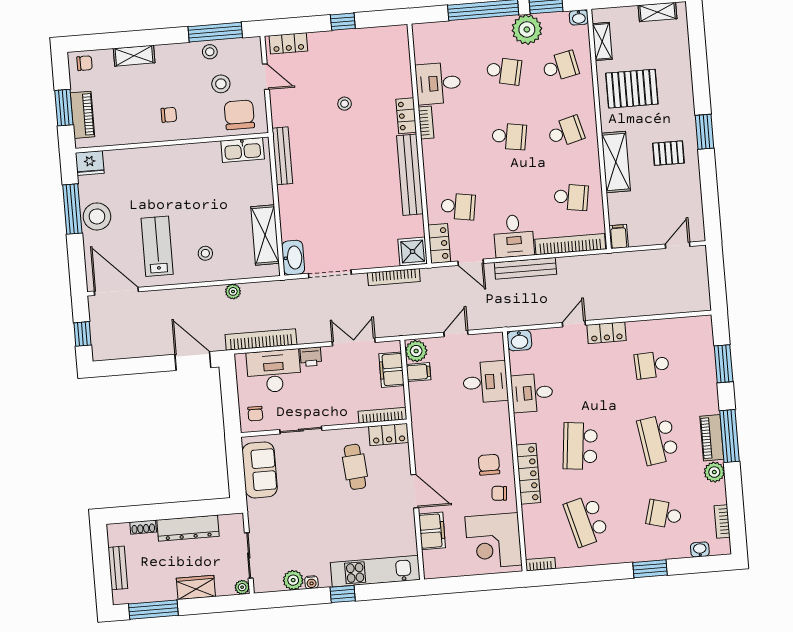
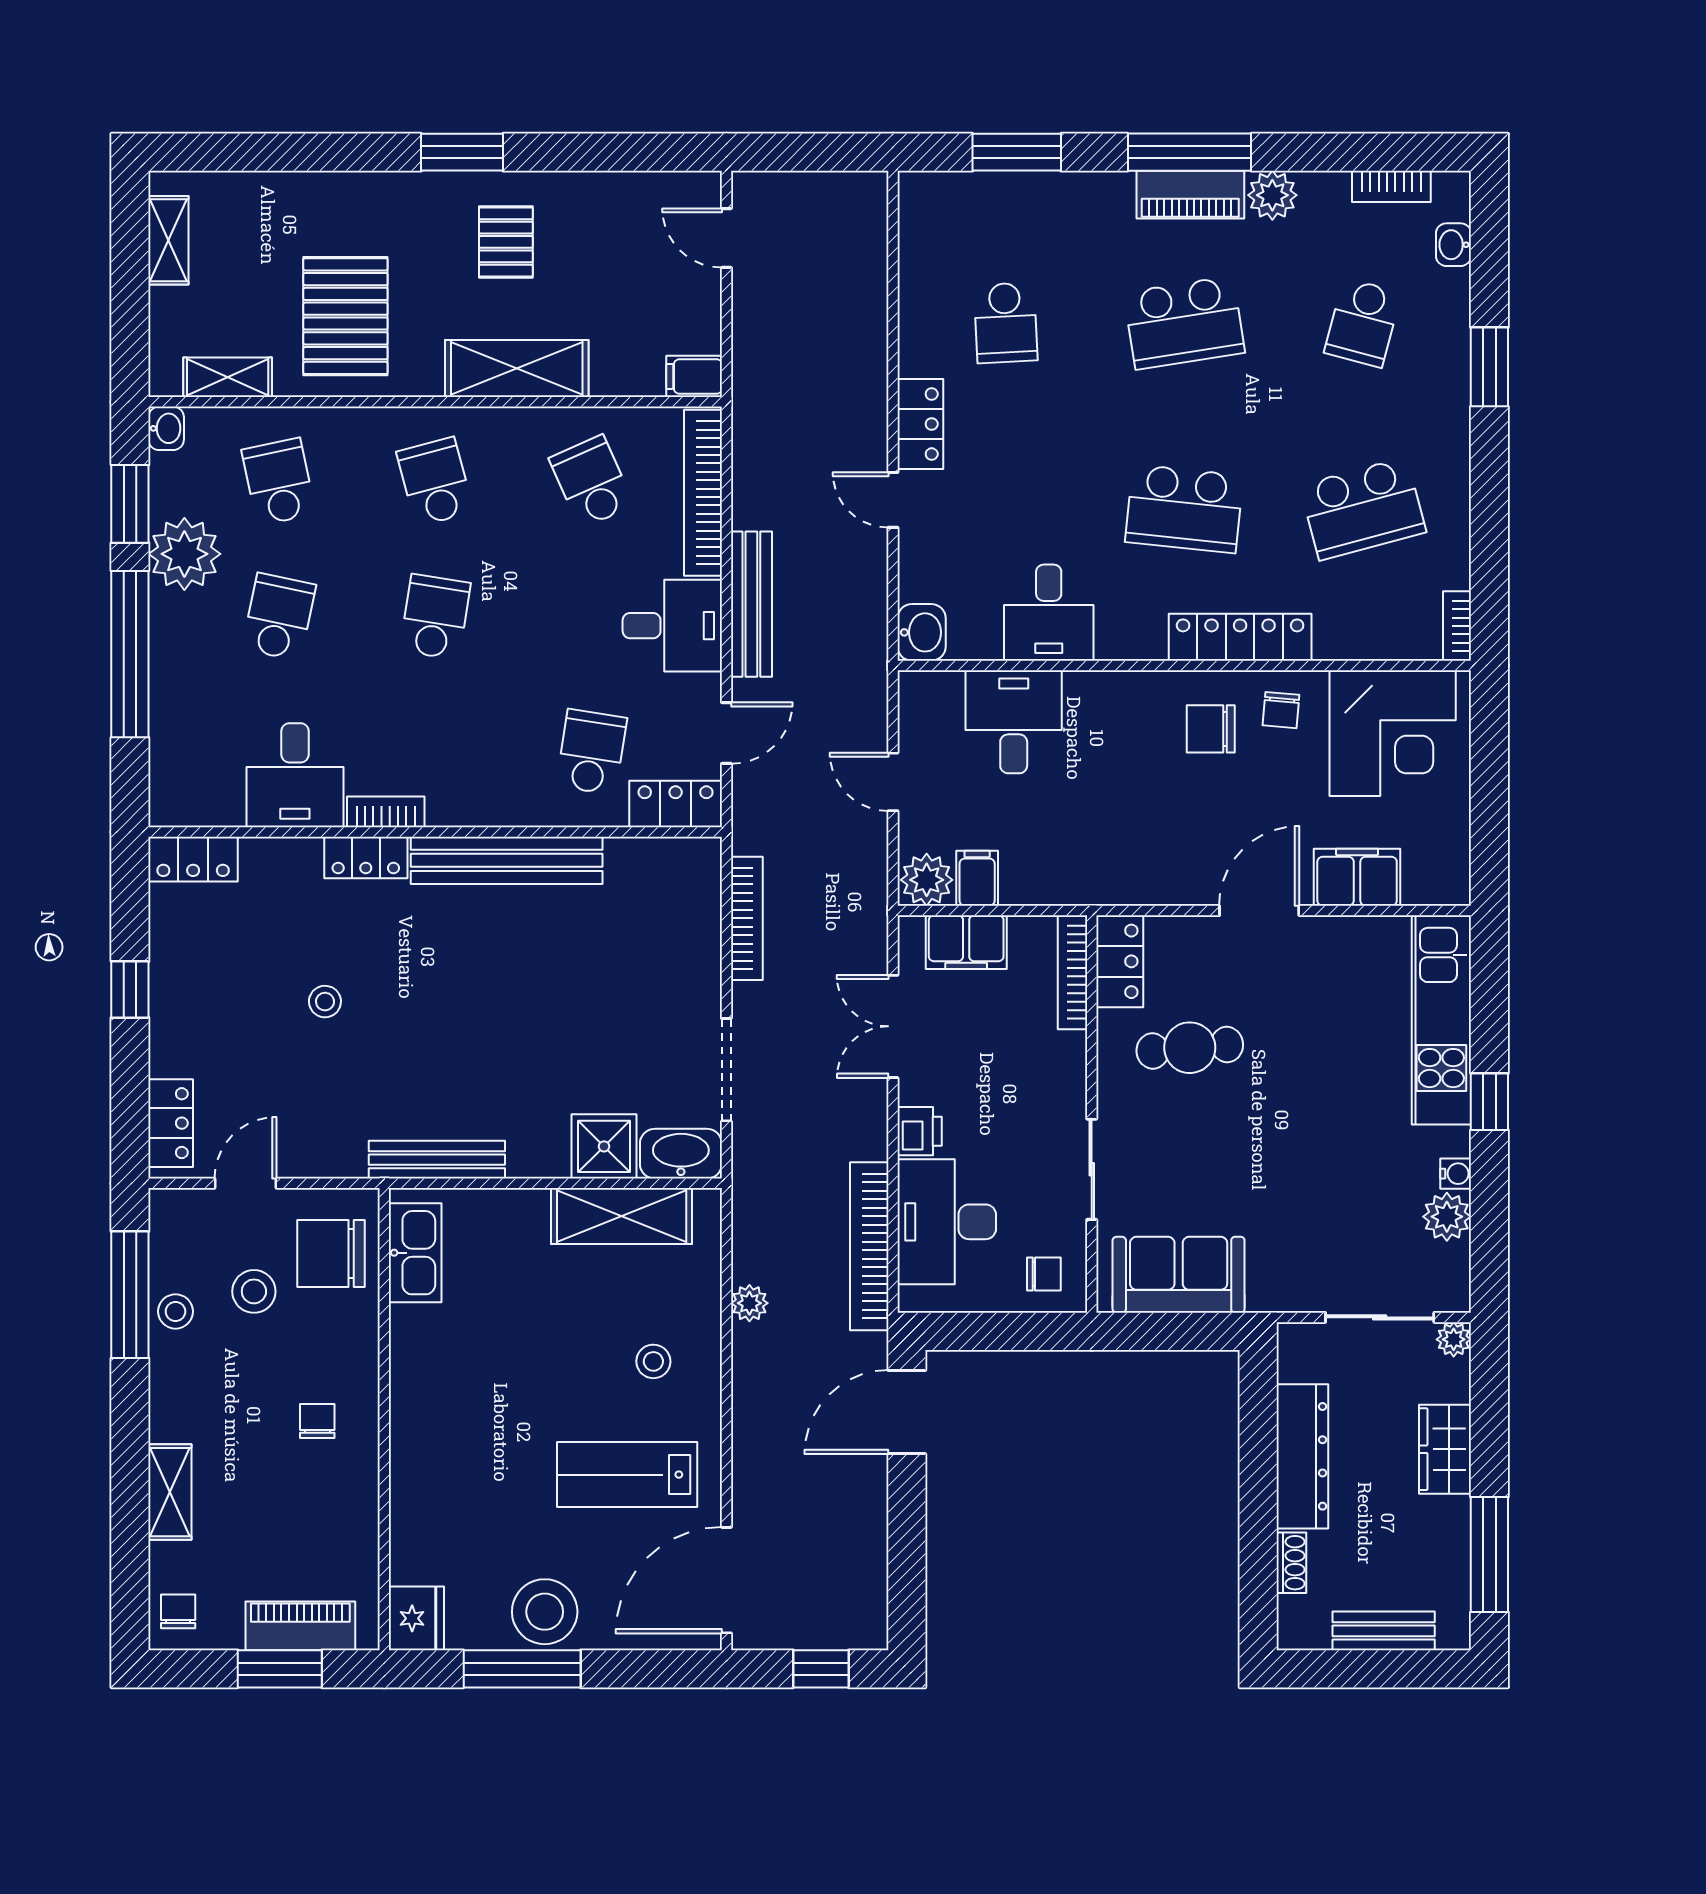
locker: (400, 44) -> (193, 859), added
school desk: (571, 197) -> (591, 482), turned -33
shower: (413, 251) -> (604, 1146), moved

